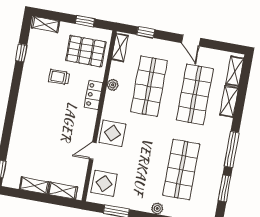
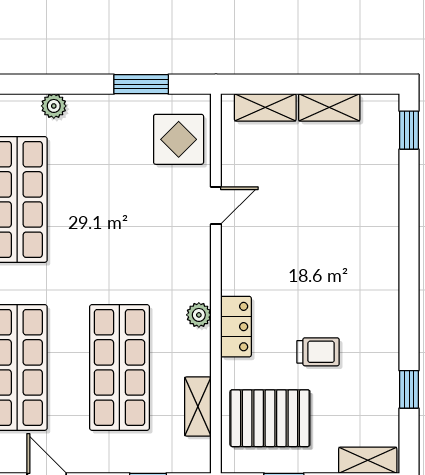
shelving: (120, 47) -> (198, 406), moved
plant: (113, 85) -> (199, 315), moved
display table: (112, 133) -> (180, 251), removed

